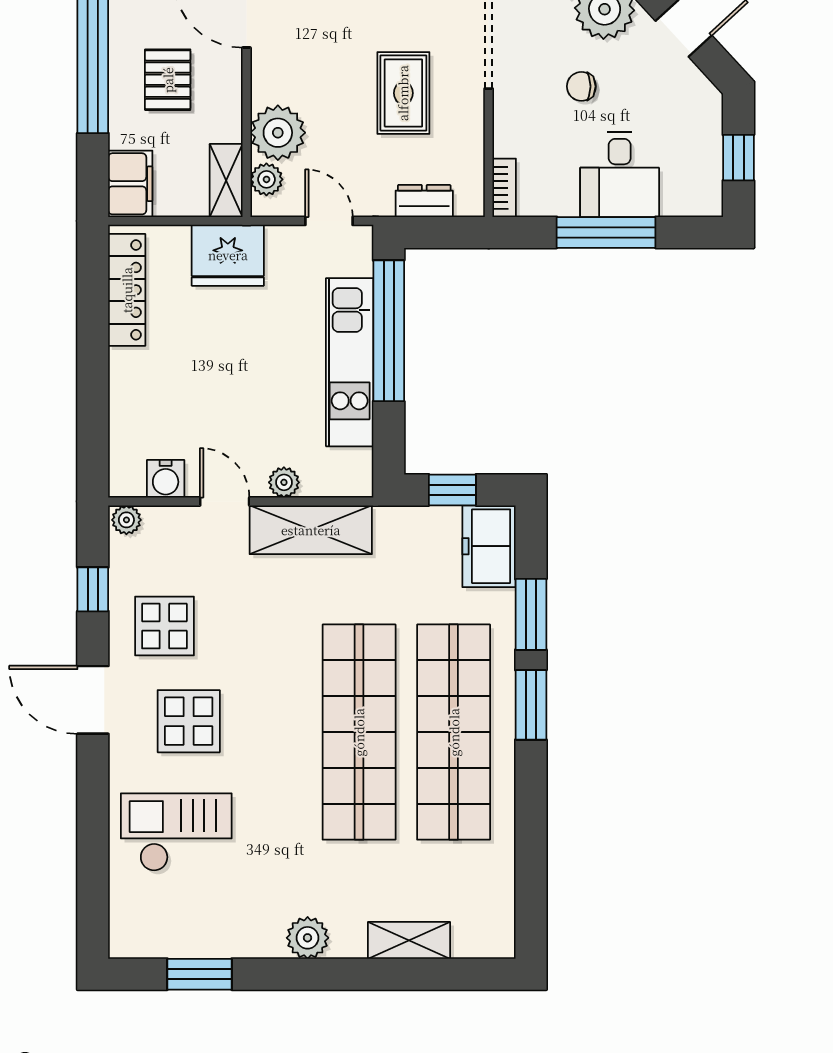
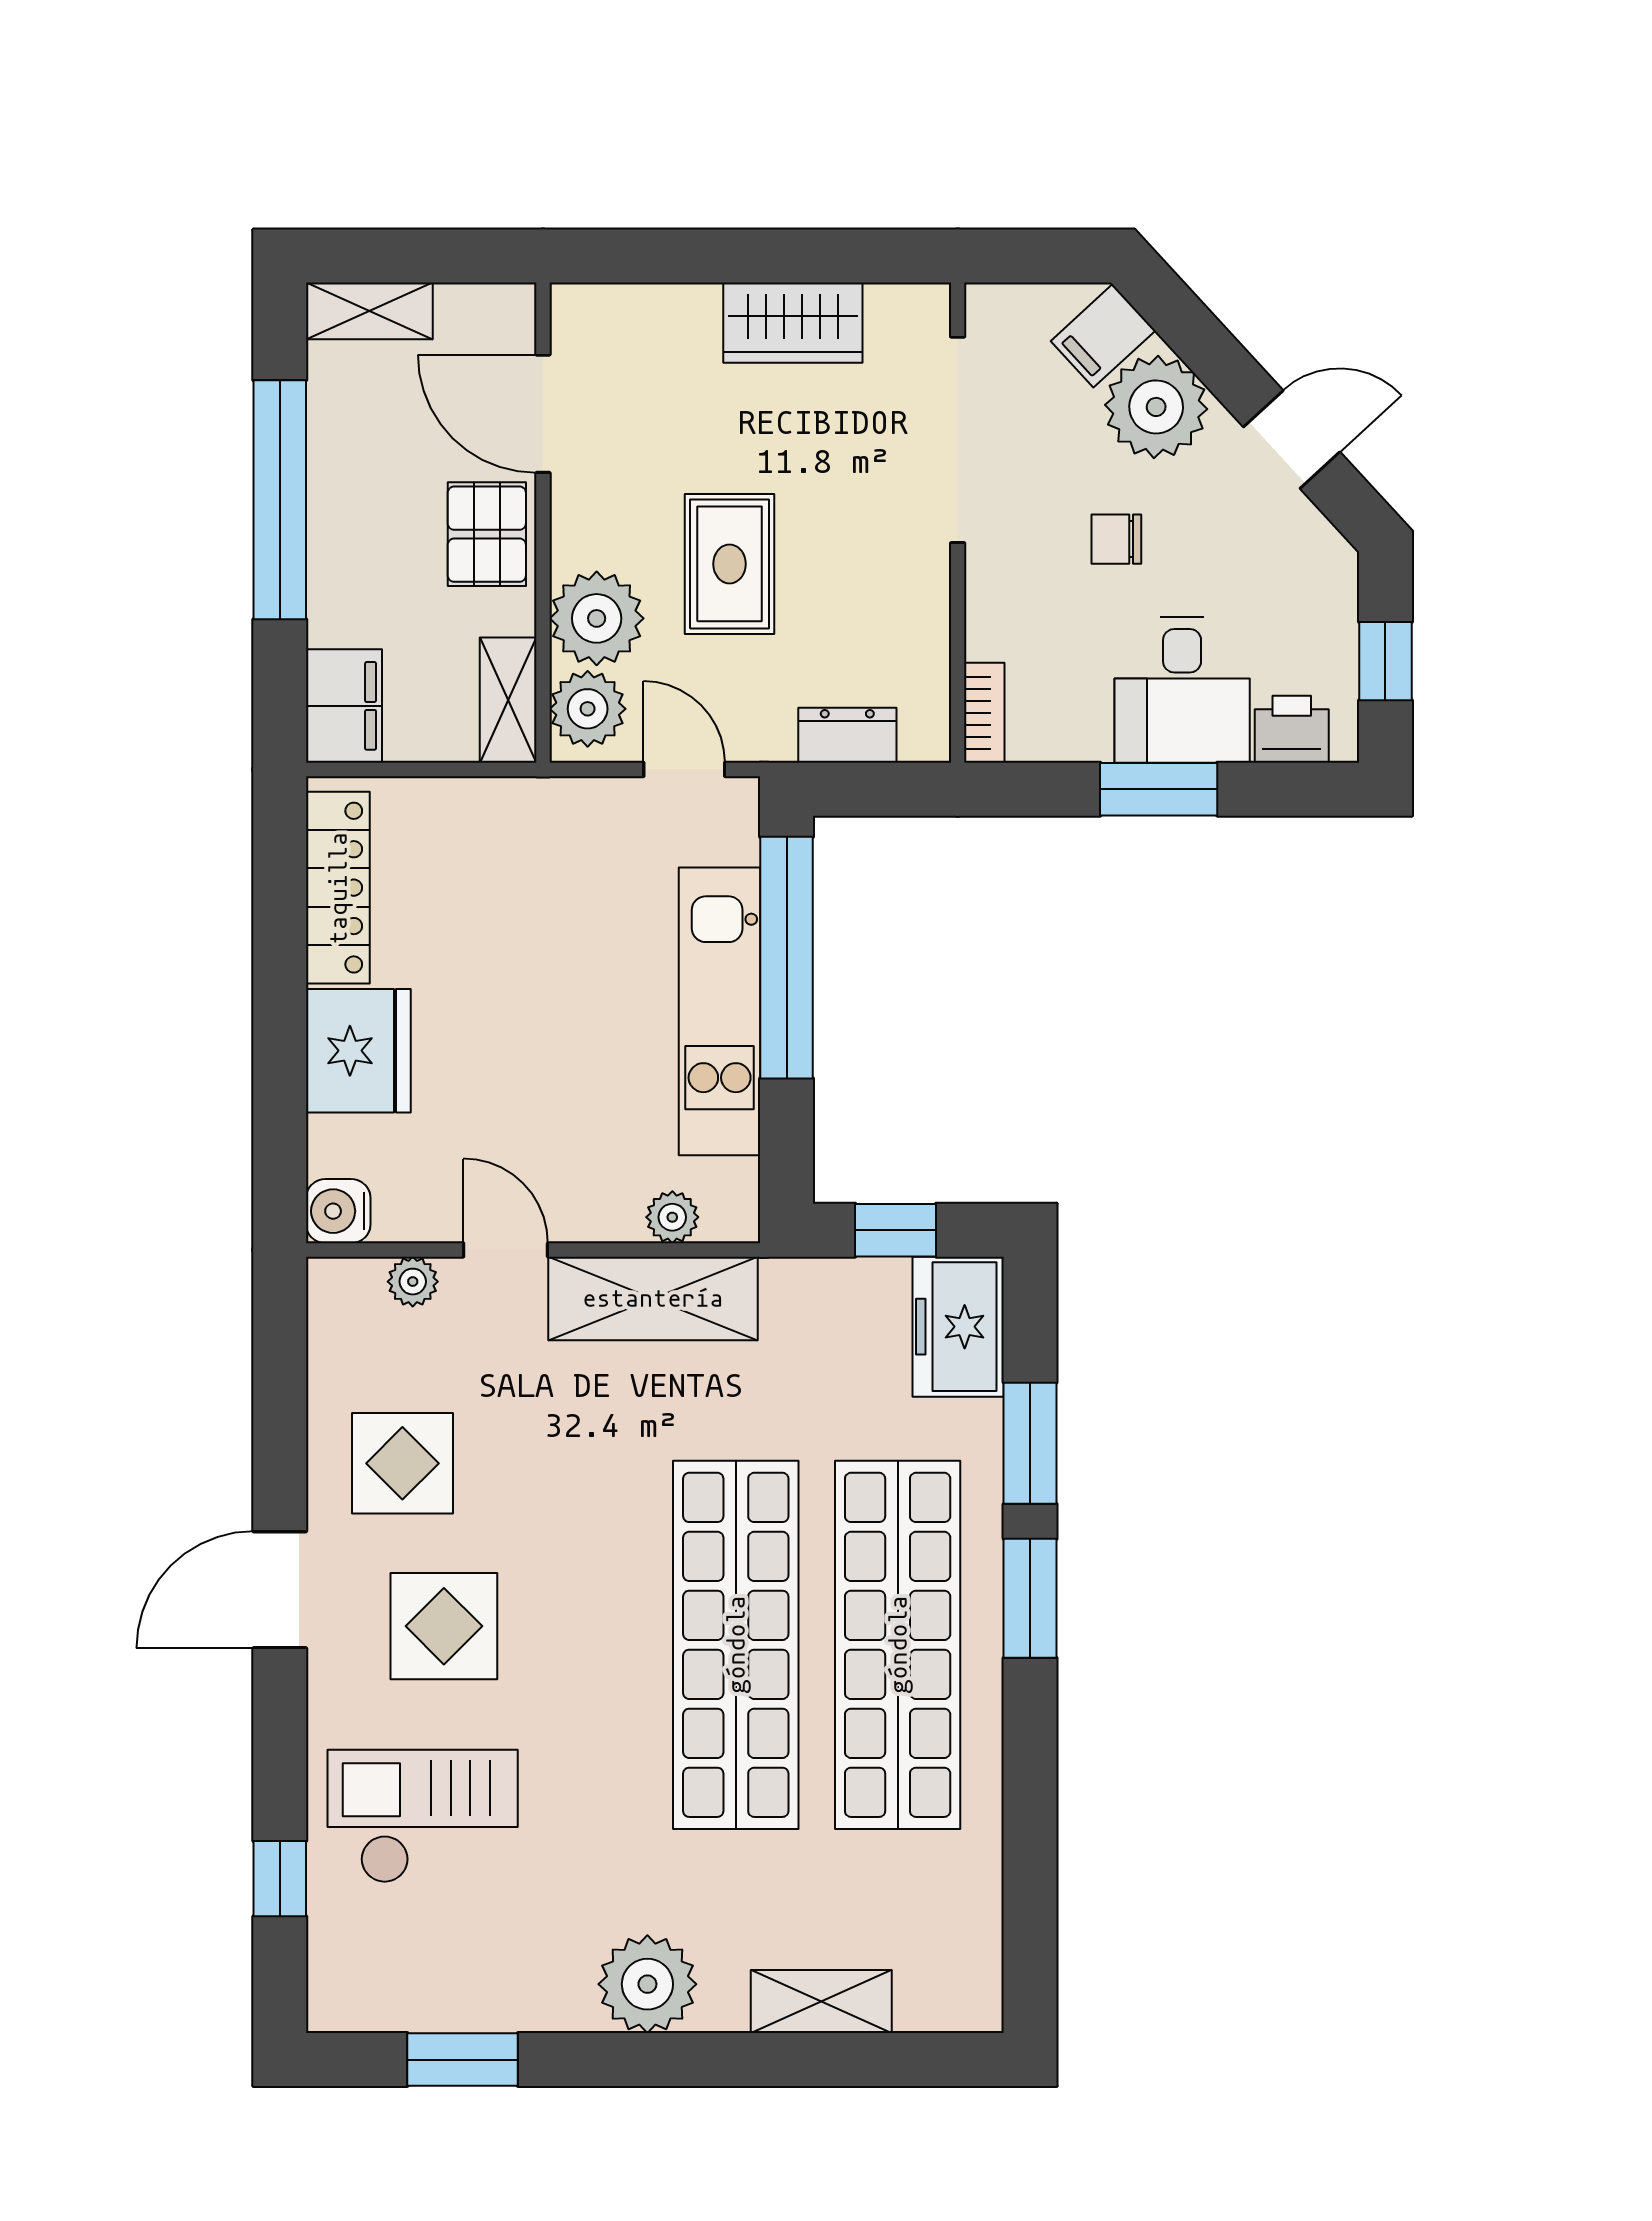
pallet: (168, 80) -> (487, 534), moved
rug: (403, 93) -> (730, 564), moved
plant: (266, 179) -> (588, 709), width x1.38, depth x1.38
printer: (684, 197) -> (1292, 729), added
window: (606, 232) -> (1159, 789), width x0.69
fridge: (228, 255) -> (358, 1051), moved, turned -90
water cooler: (166, 479) -> (338, 1211), moved, turned 90
plant: (284, 482) -> (672, 1217), moved
plant: (126, 520) -> (413, 1282), moved
window: (93, 589) -> (280, 1879), moved
door: (93, 700) -> (280, 1590), hinge flipped
plant: (308, 938) -> (647, 1984), width x1.36, depth x1.36

